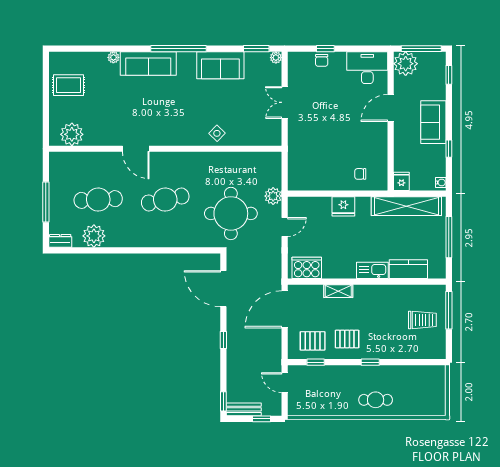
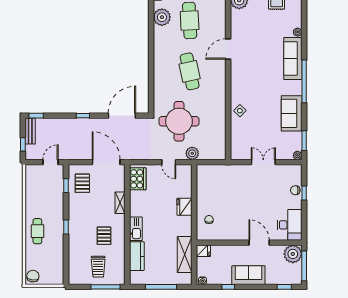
shelving: (406, 206) -> (185, 255), width x0.68
pallet: (347, 339) -> (104, 236), moved
chair: (435, 406) -> (33, 276), added

